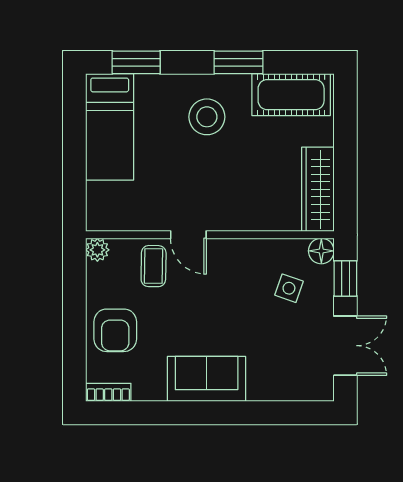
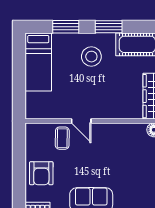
window: (136, 62) -> (66, 27), moved
plant: (97, 250) -> (32, 129), removed
side table: (289, 288) -> (136, 150), removed

